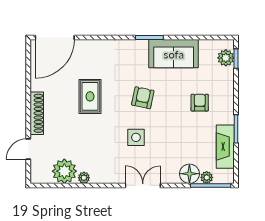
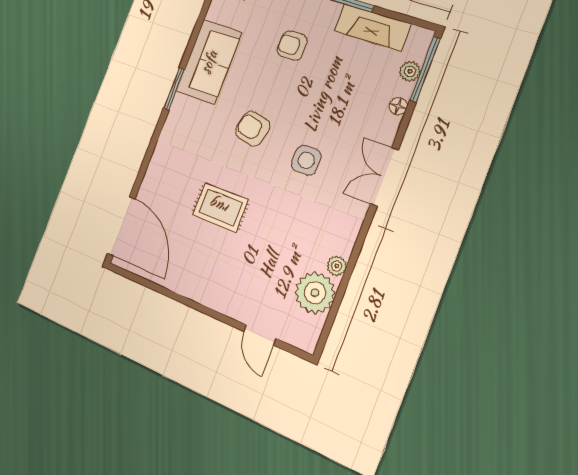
shoe rack: (37, 113) -> (213, 298), removed
floor lamp: (189, 174) -> (398, 106), width x0.53, depth x0.53

